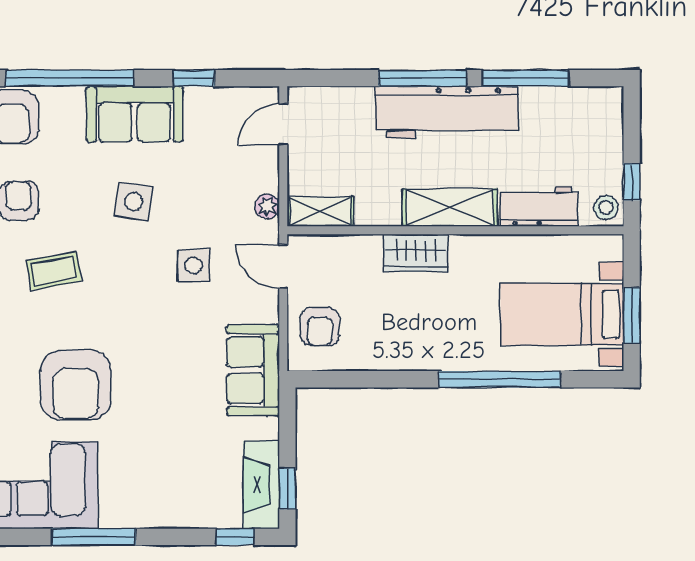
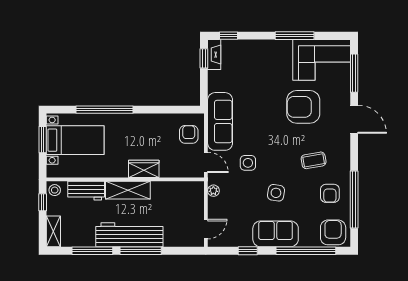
shelving: (320, 212) -> (53, 231), moved, turned 90
sofa: (253, 370) -> (220, 121), width x1.36
armchair: (76, 385) -> (303, 107), turned -90
fireplace: (261, 485) -> (214, 55), width x0.73, depth x0.76

